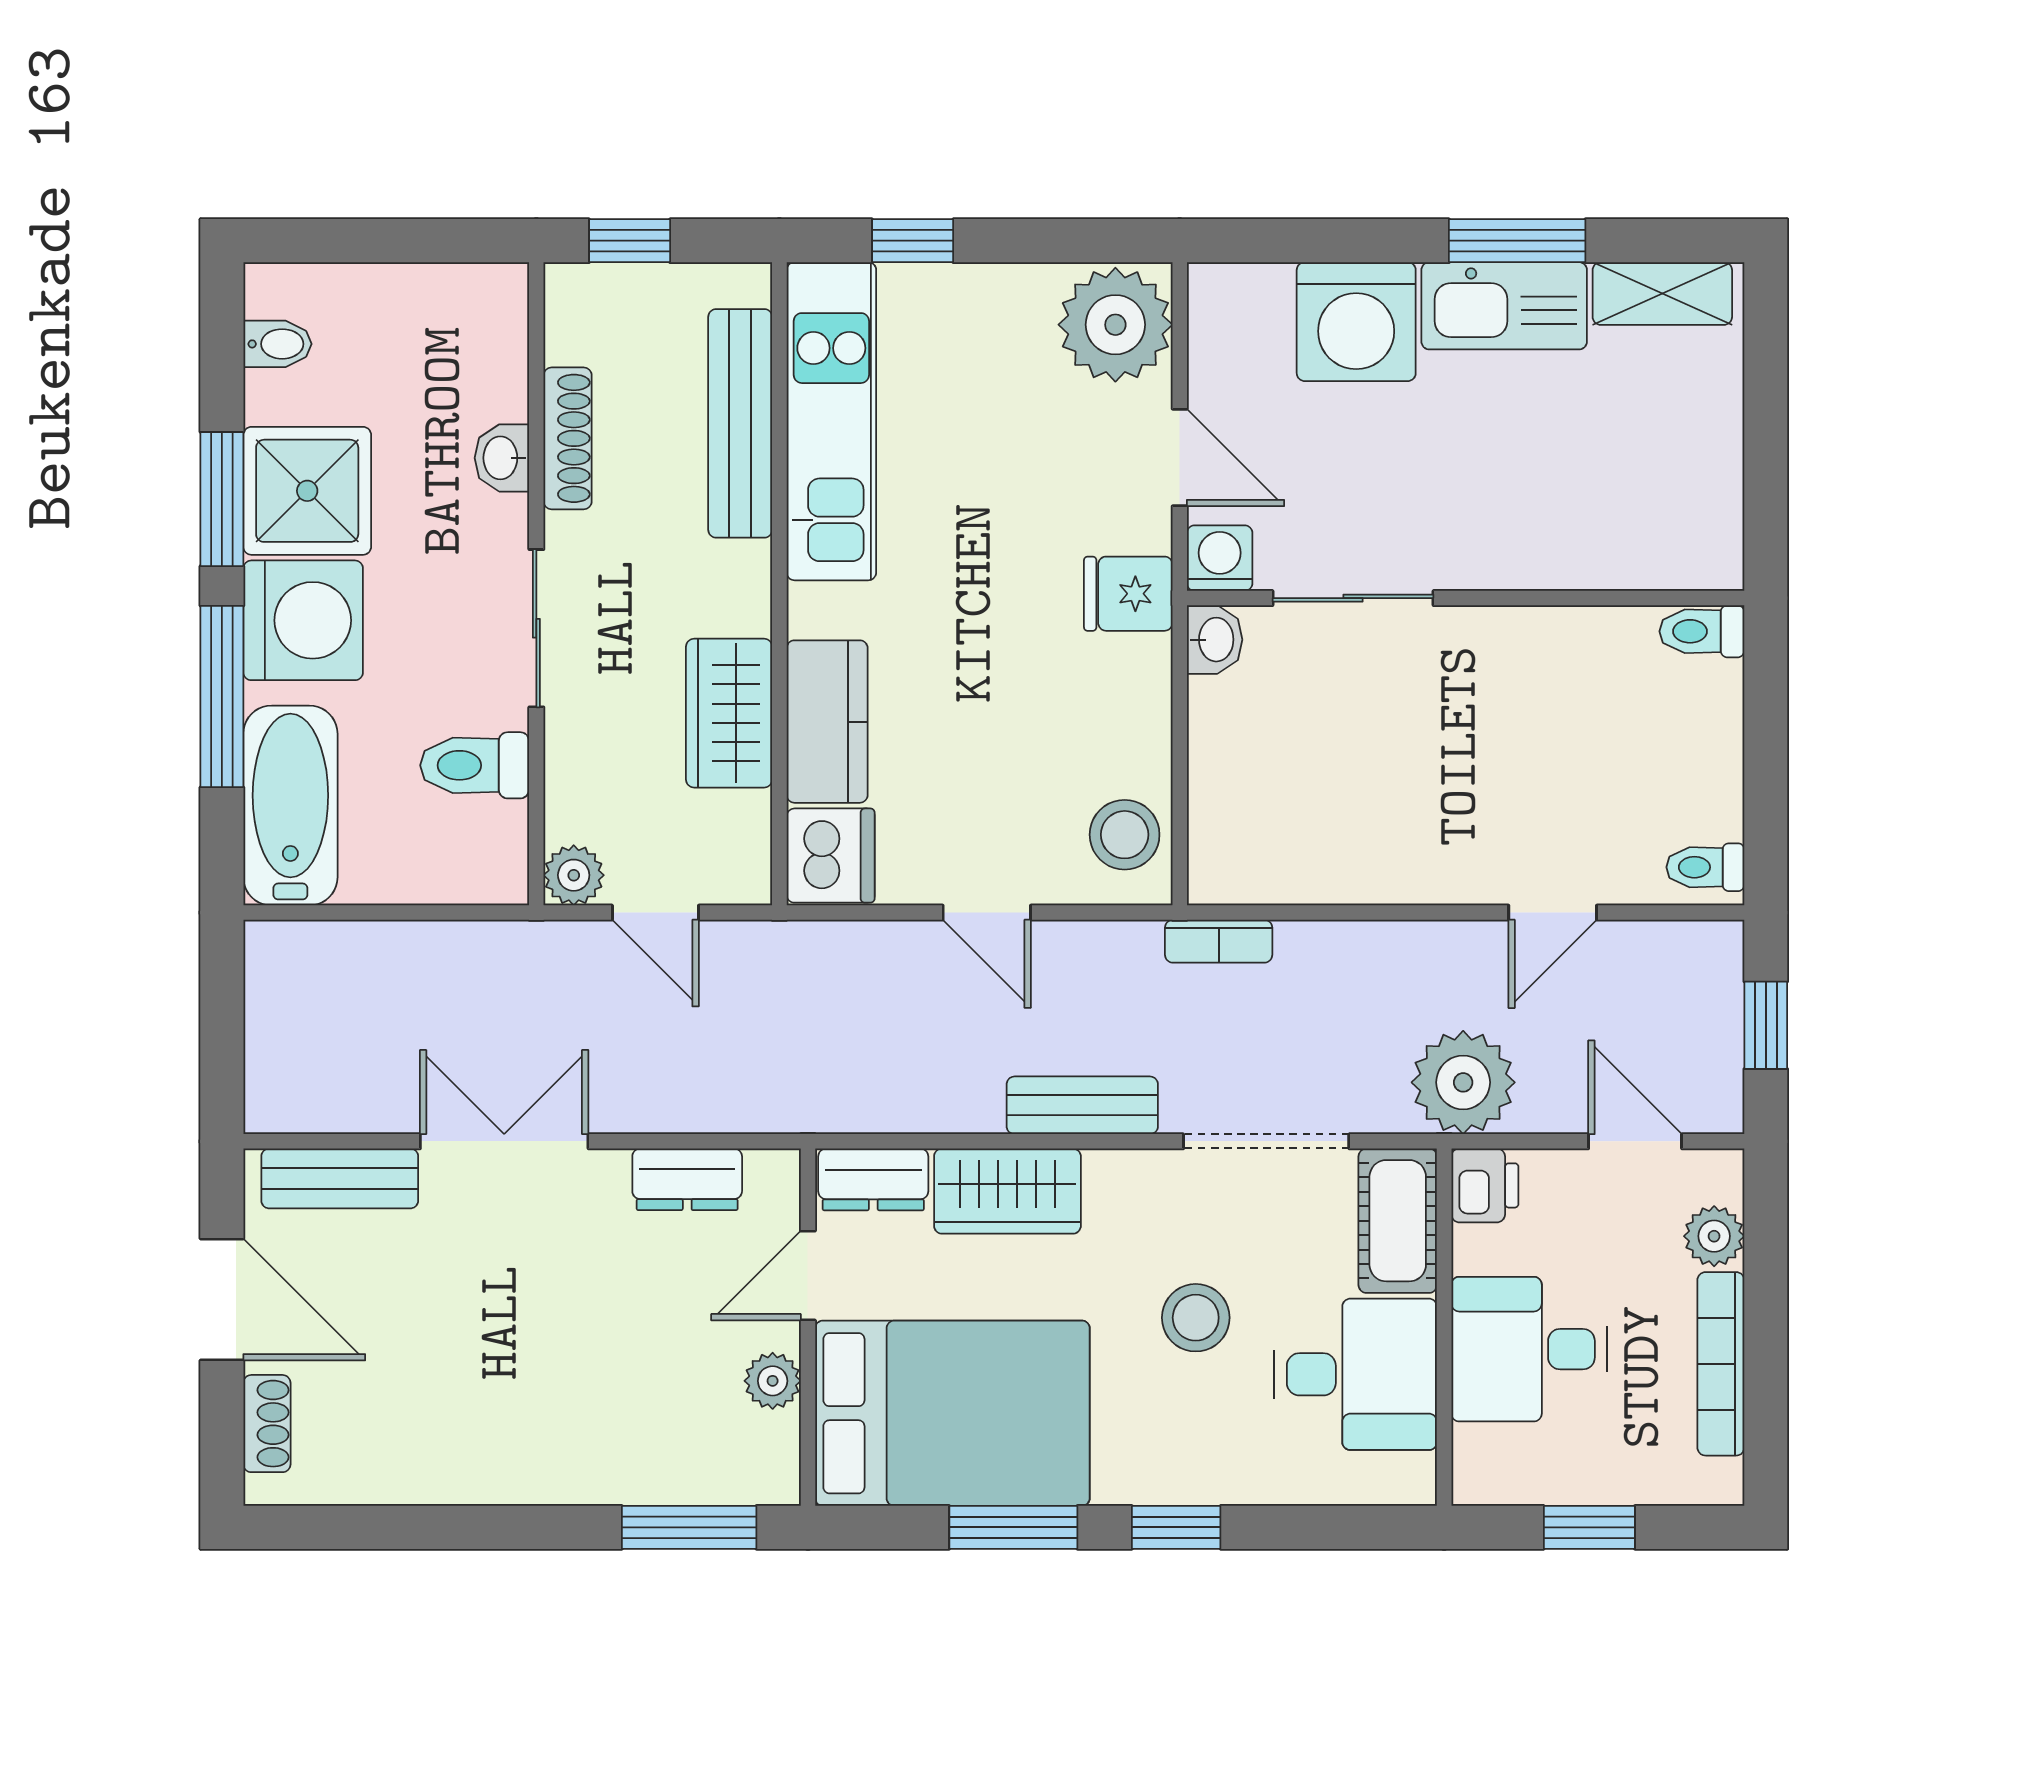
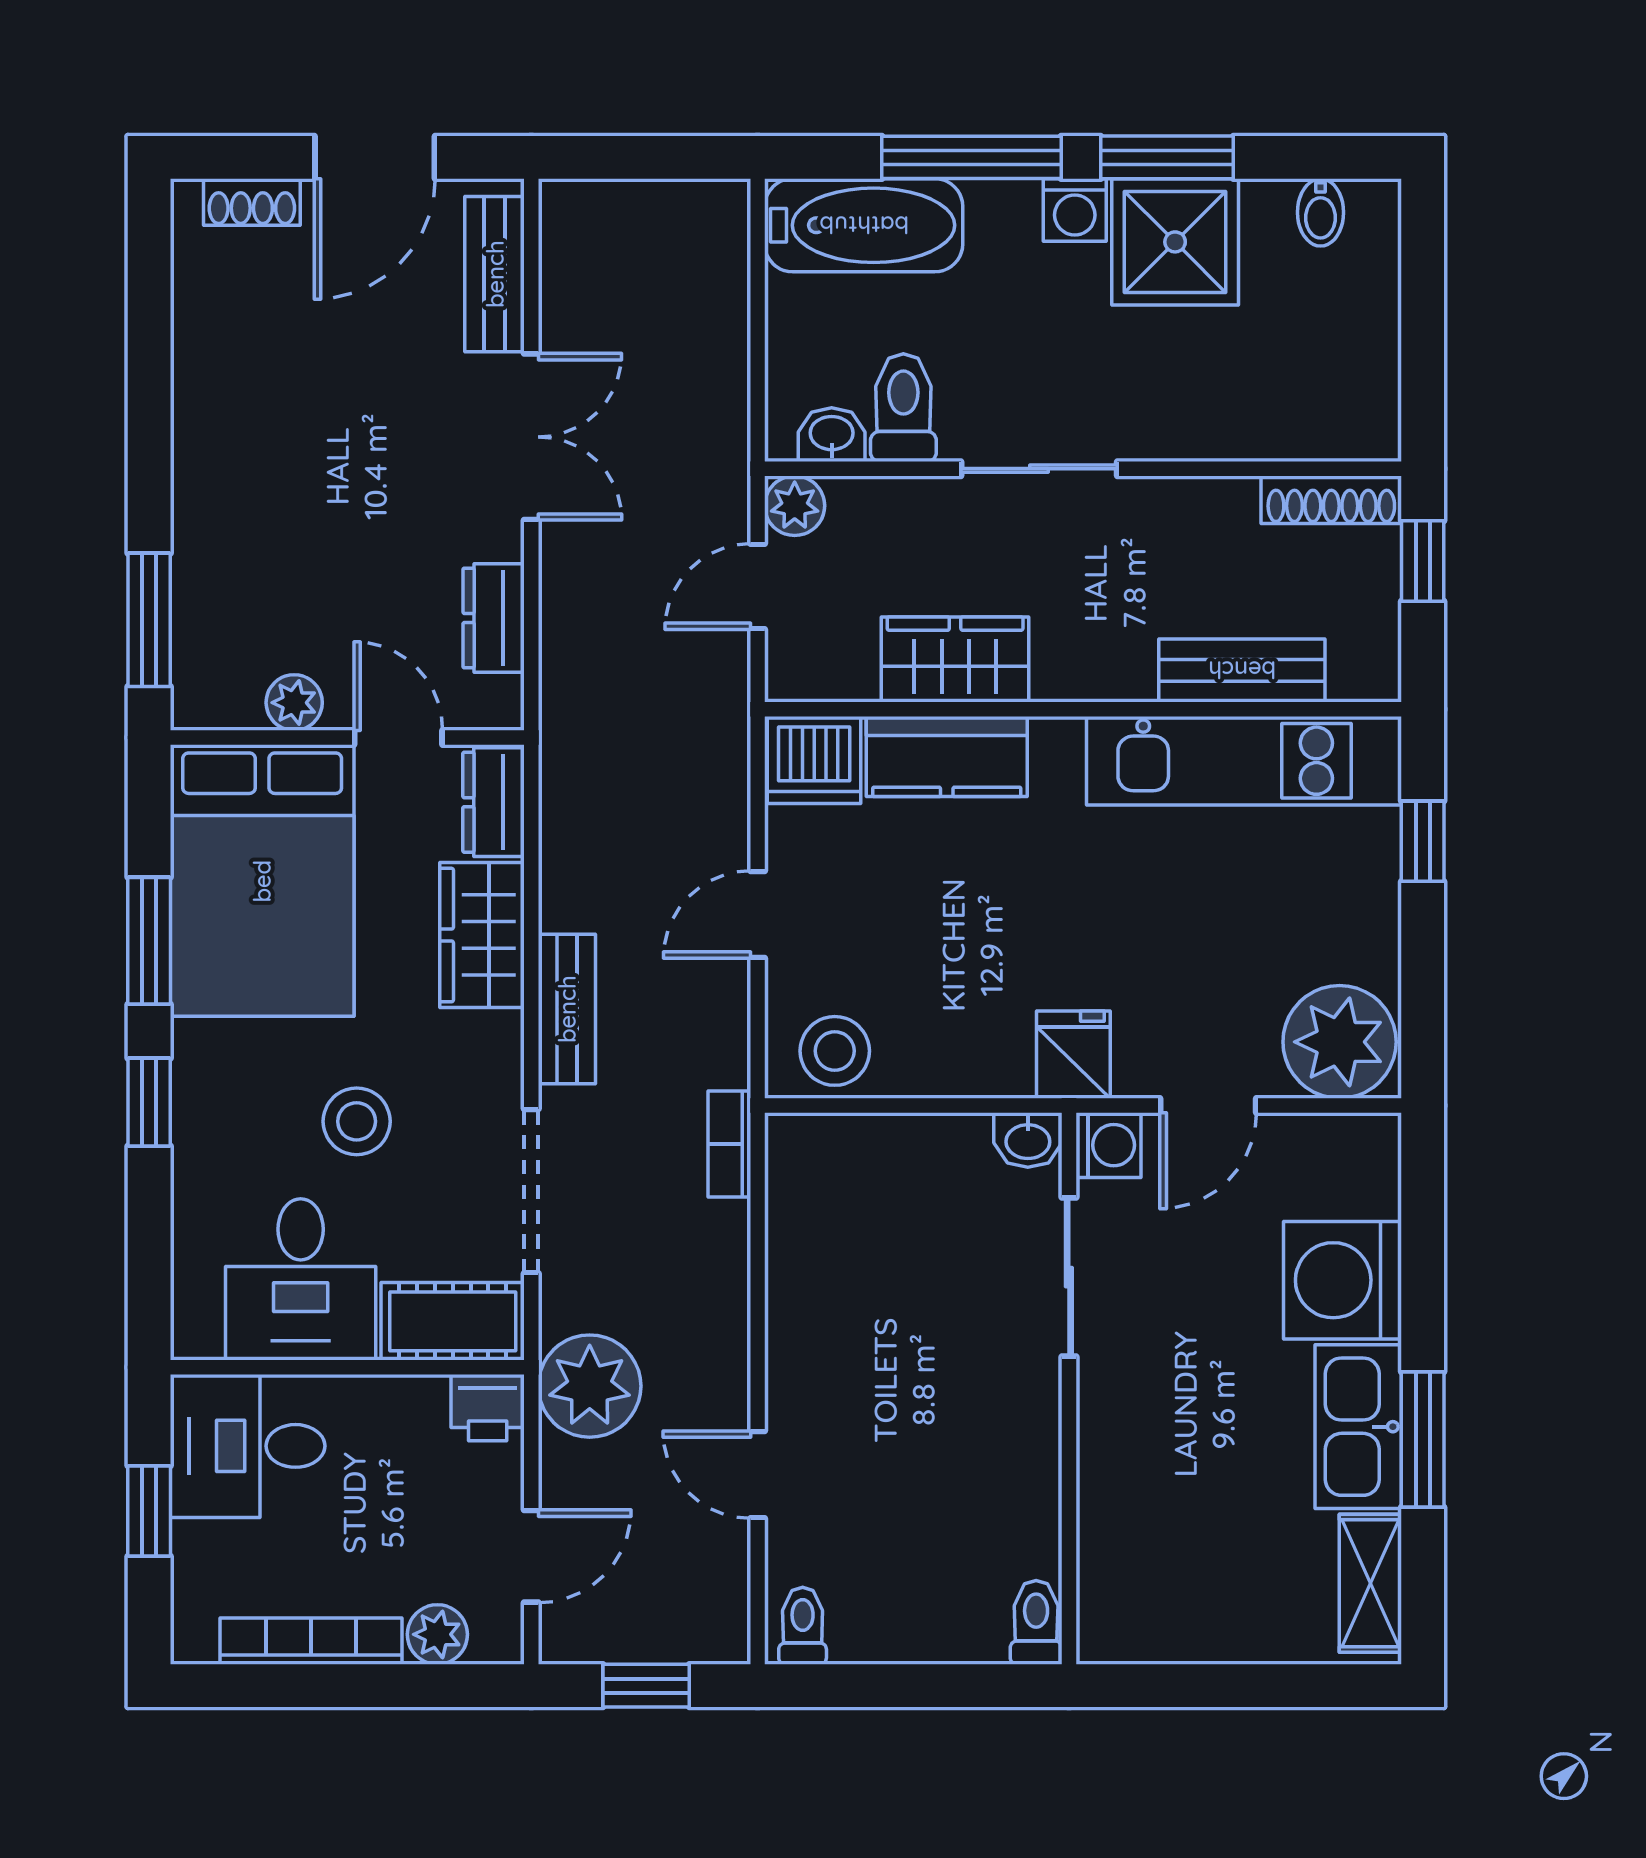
bench: (740, 423) -> (1242, 670), width x0.73
shoe rack: (568, 438) -> (1331, 500), moved
washbasin: (502, 458) -> (832, 435), moved
washing machine: (303, 620) -> (1075, 210), width x0.53, depth x0.53
desk: (1529, 1349) -> (248, 1446), moved, turned -90

